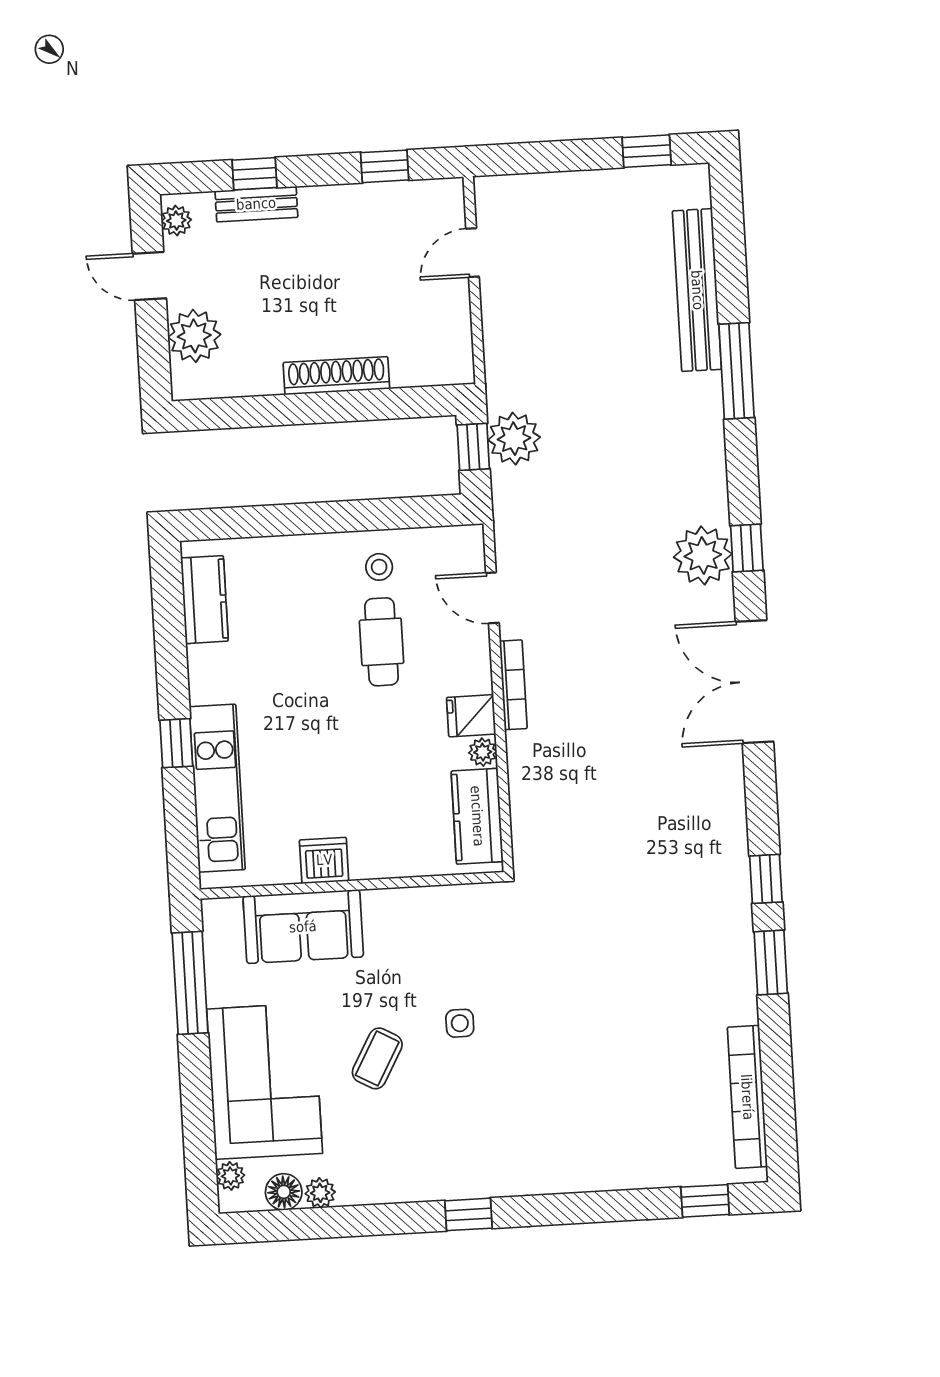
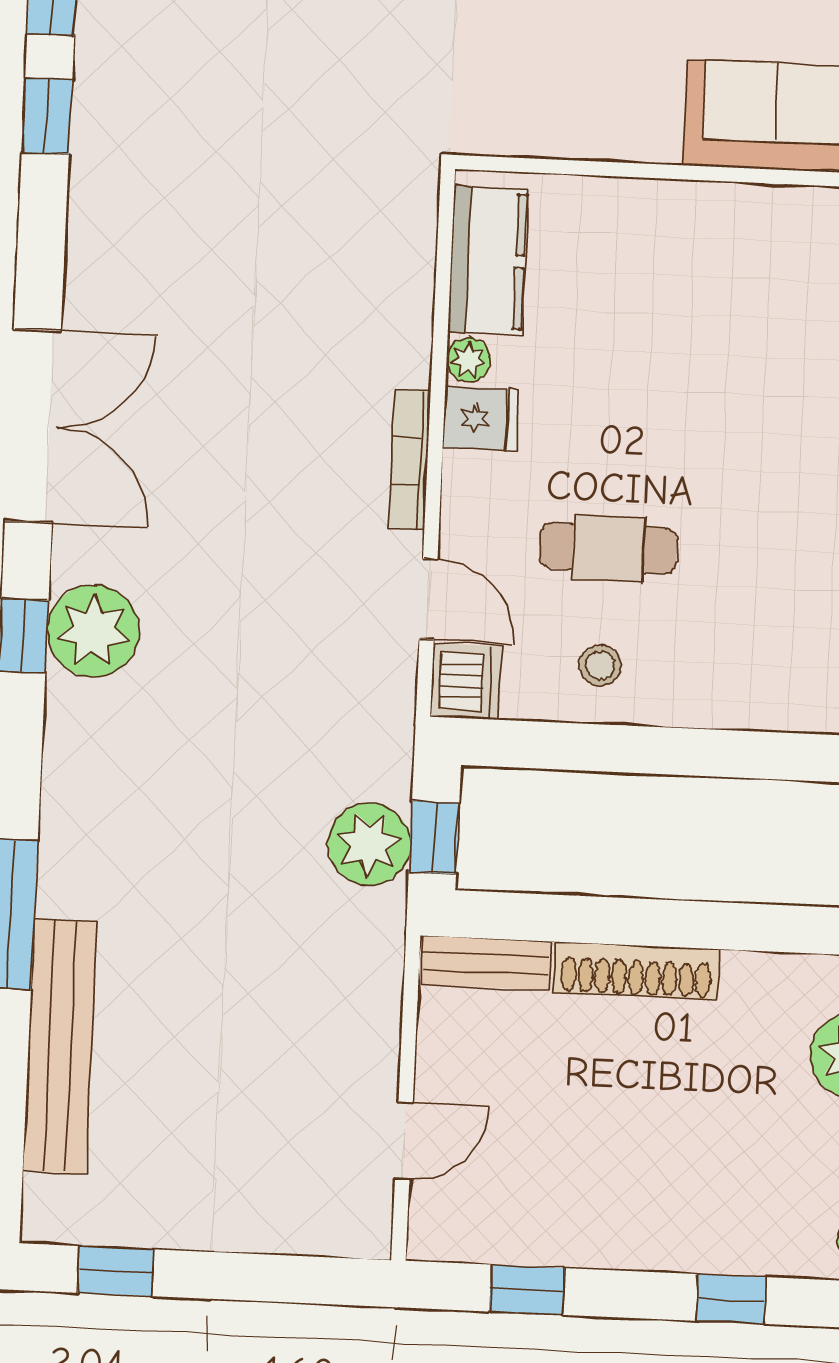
bench: (256, 204) -> (486, 963), moved
cafe table: (382, 642) -> (609, 548), turned 90
dishwasher: (324, 860) -> (466, 681), moved, turned -90

